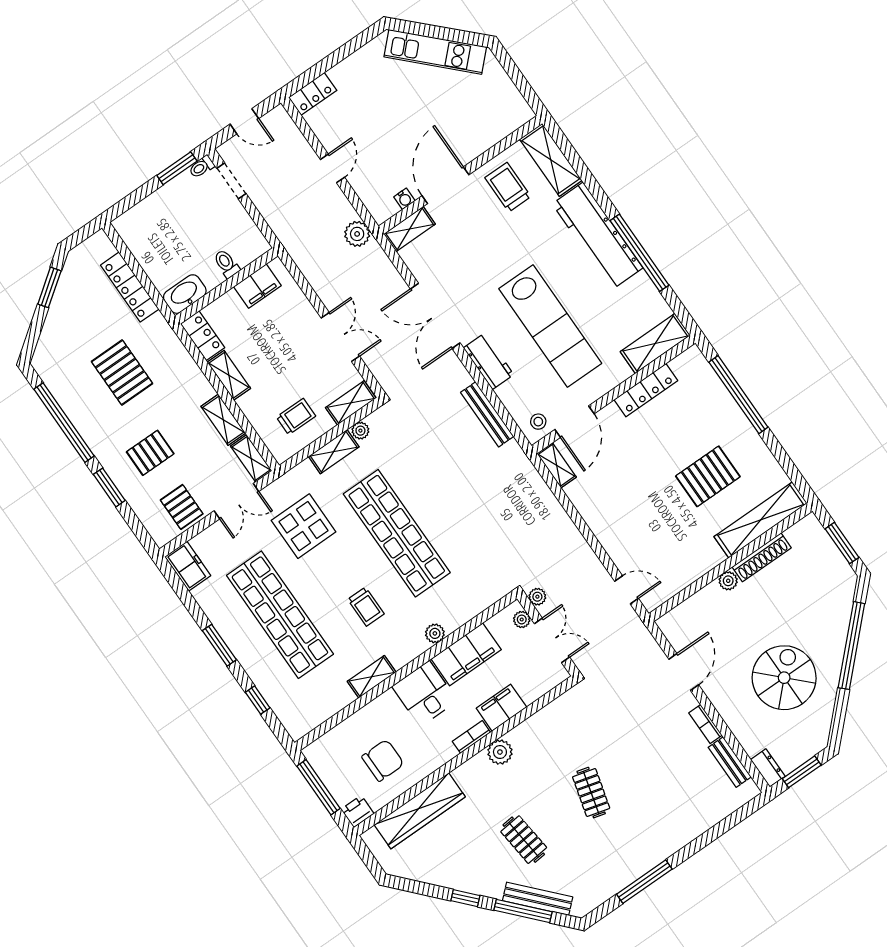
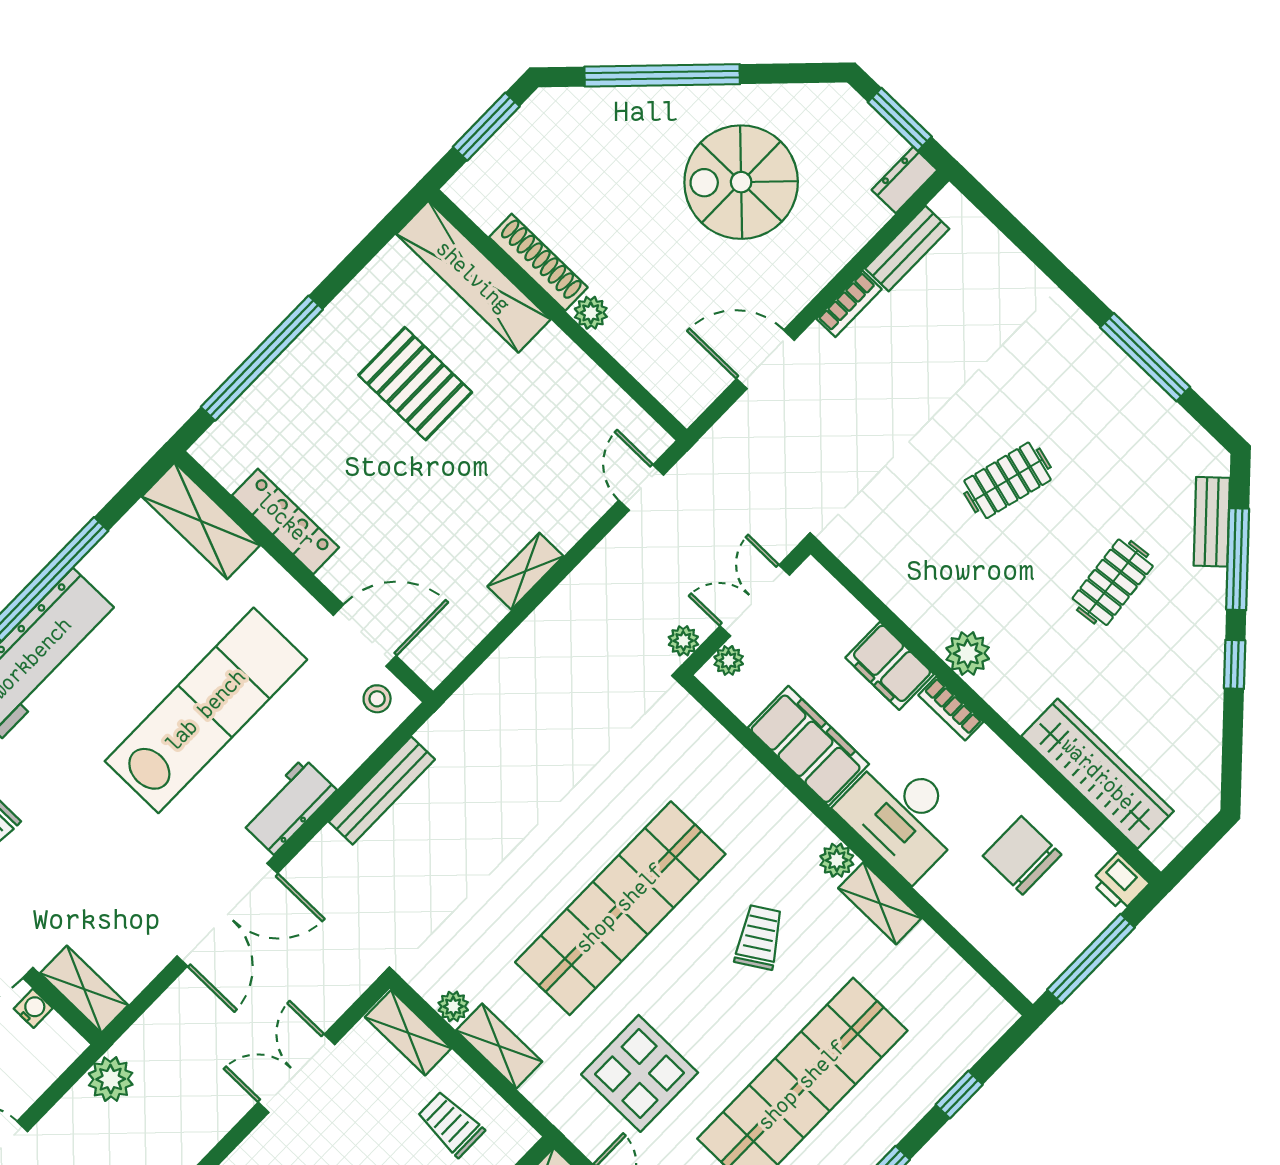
shelving: (557, 465) -> (525, 571), moved
trolley: (366, 607) -> (759, 937), turned -32
plant: (435, 633) -> (837, 860), moved
desk: (425, 694) -> (902, 816), width x1.37
bench: (538, 899) -> (1212, 522), width x0.73

